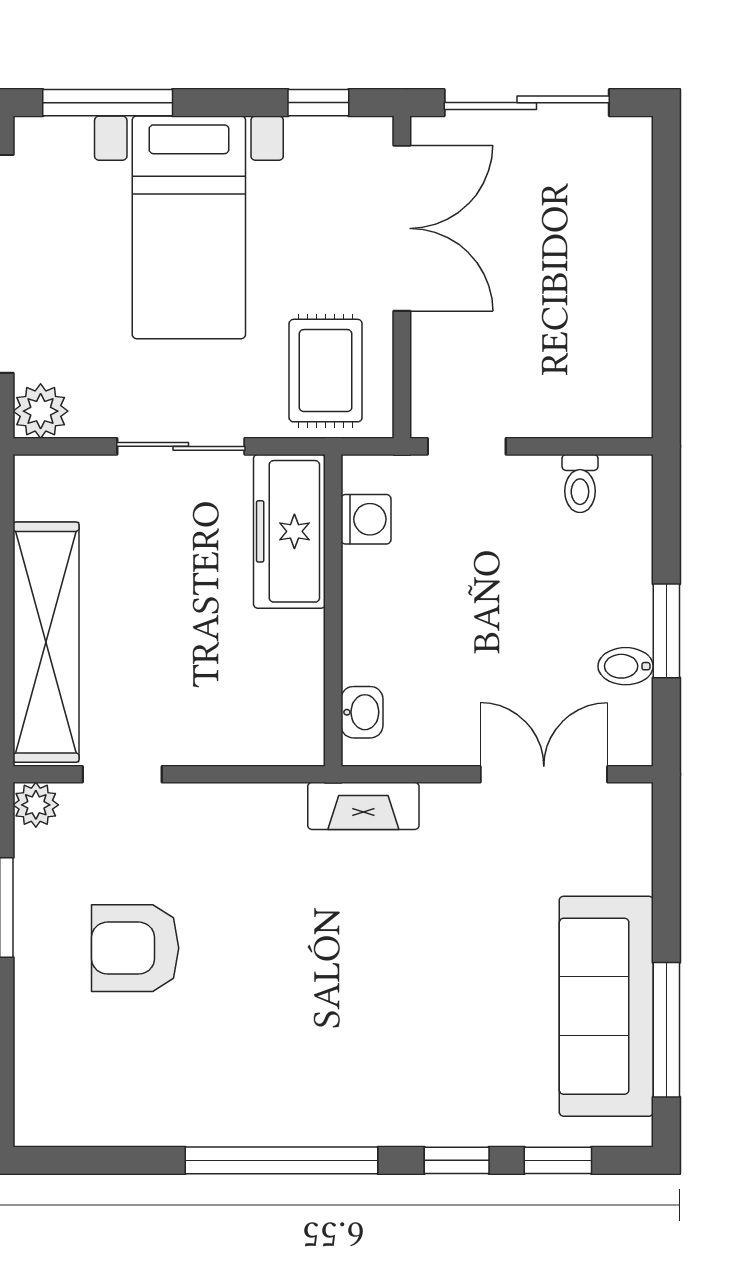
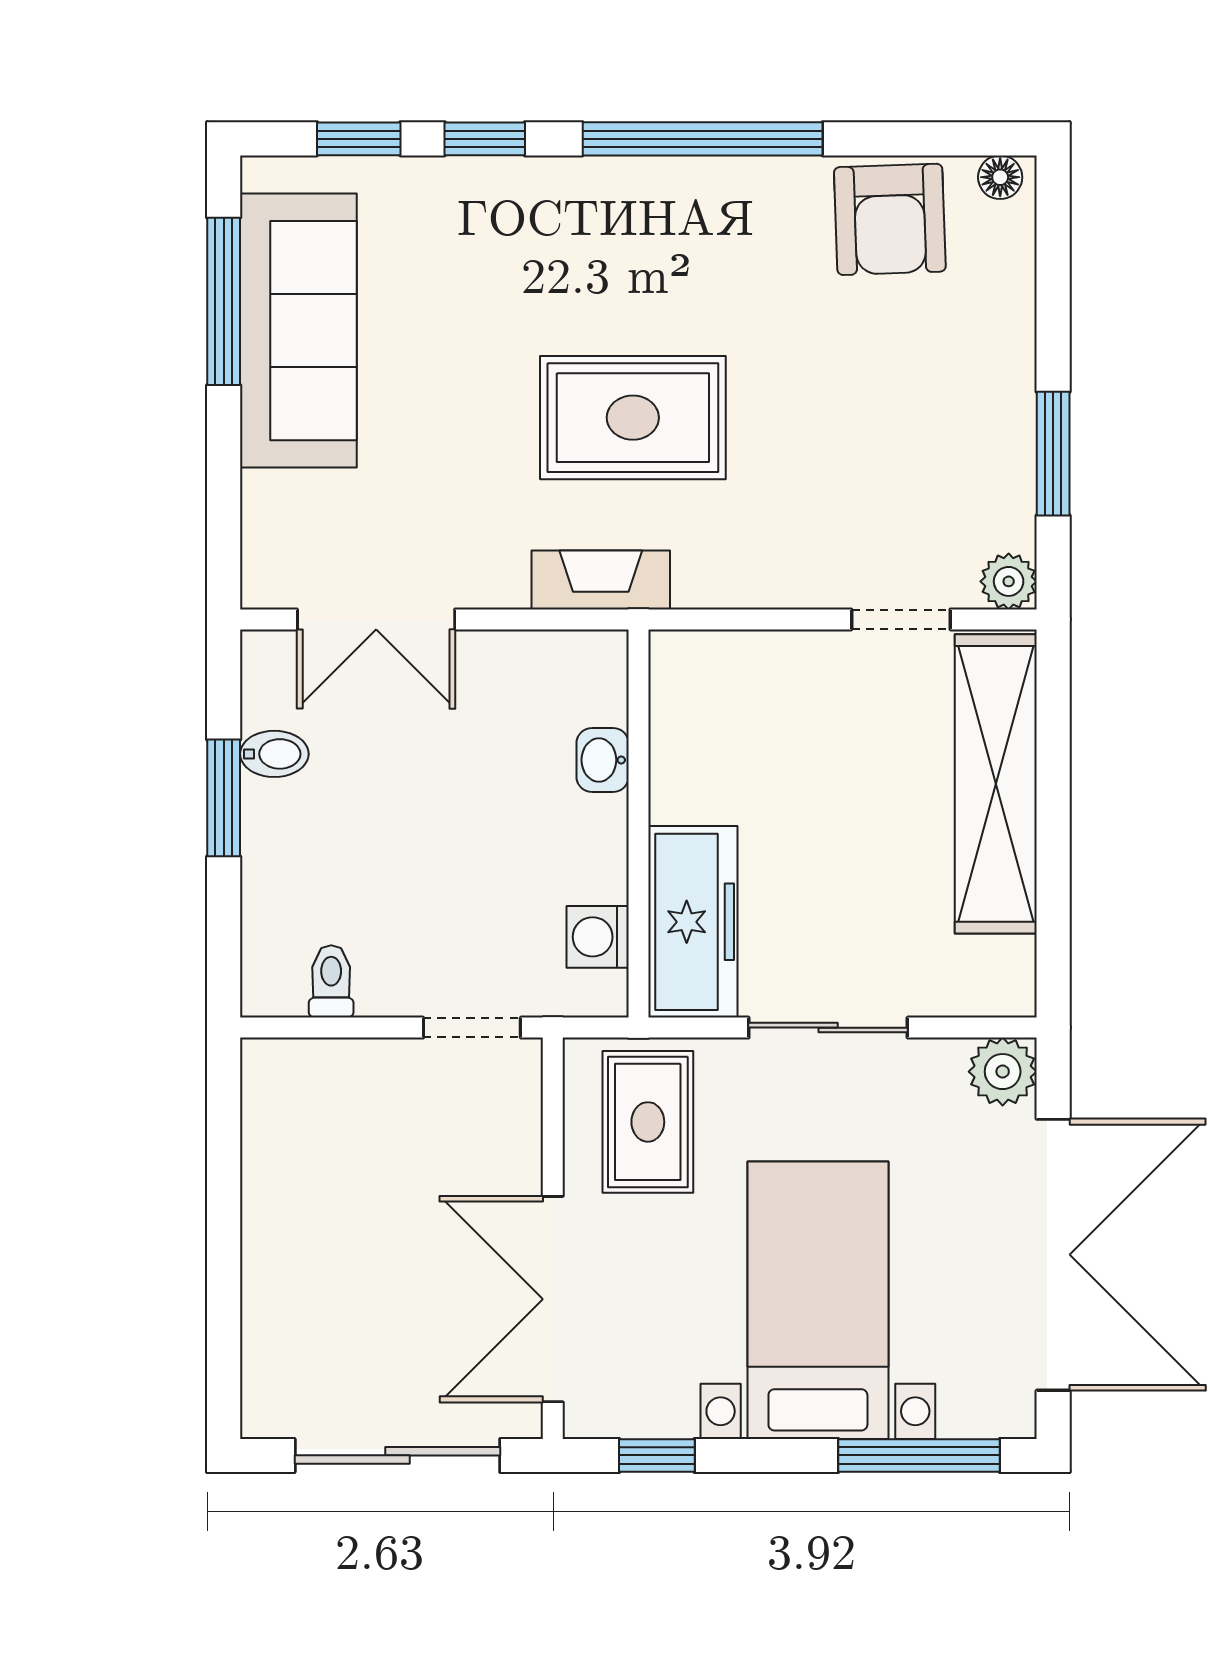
washbasin: (362, 712) -> (603, 760), moved
rug: (338, 936) -> (633, 418), added
armchair: (135, 948) -> (890, 219), moved, turned 88
floor lamp: (43, 1129) -> (1000, 177), added

